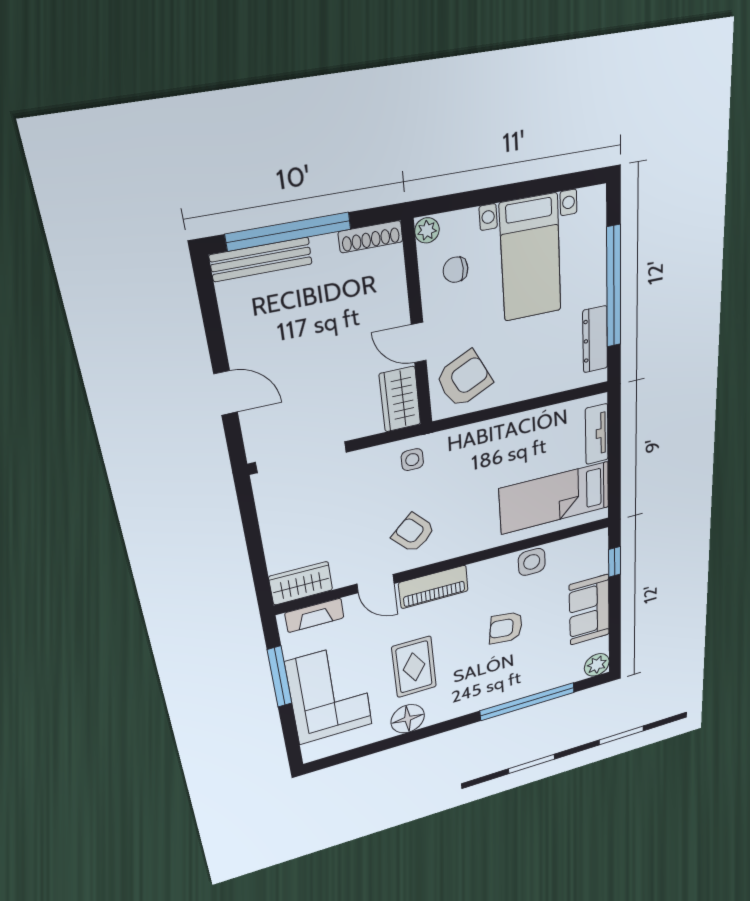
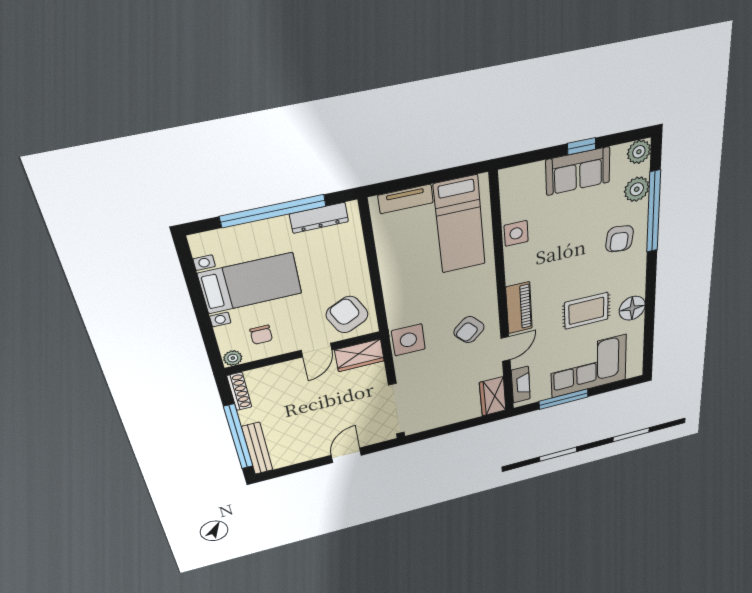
side table: (412, 460) -> (408, 340), width x1.87, depth x1.87
window: (615, 562) -> (582, 146), moved
armchair: (506, 628) -> (619, 239), moved
plant: (557, 676) -> (637, 189), added

